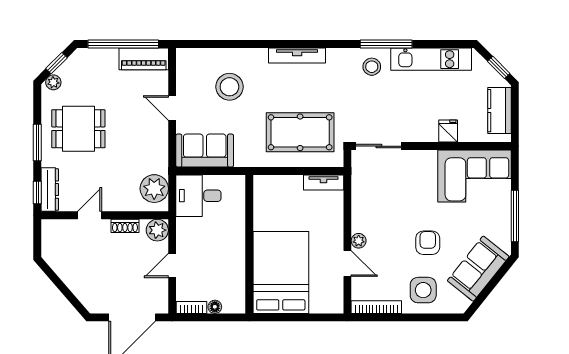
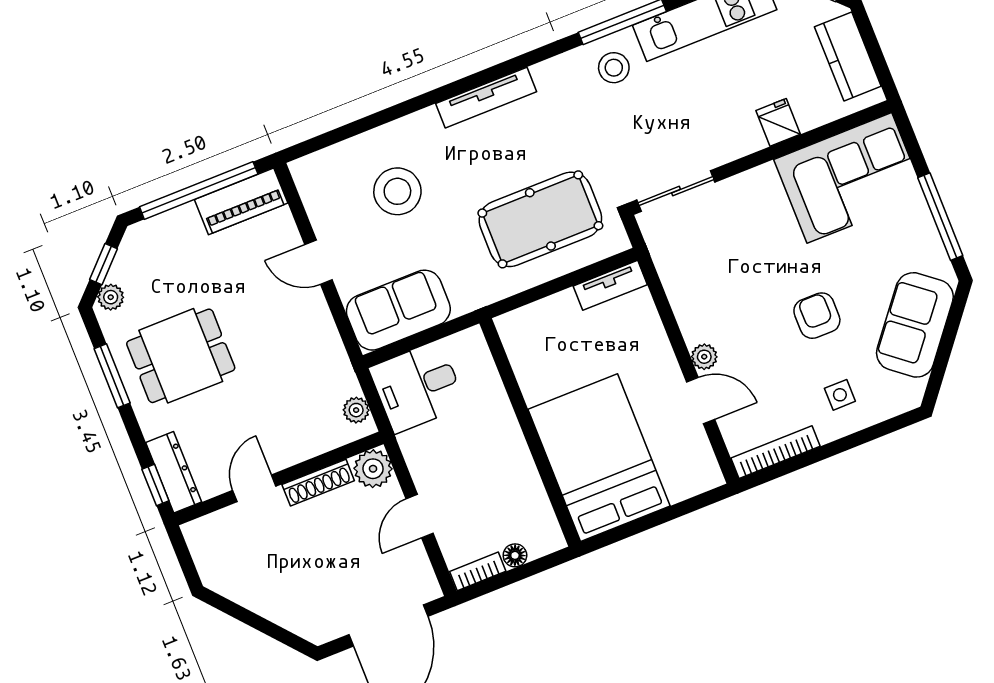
window: (37, 143) -> (112, 376), moved
plant: (154, 189) -> (356, 410), width x0.53, depth x0.53
shoe rack: (125, 226) -> (318, 483), width x1.43
side table: (423, 290) -> (840, 395), width x0.54, depth x0.54

